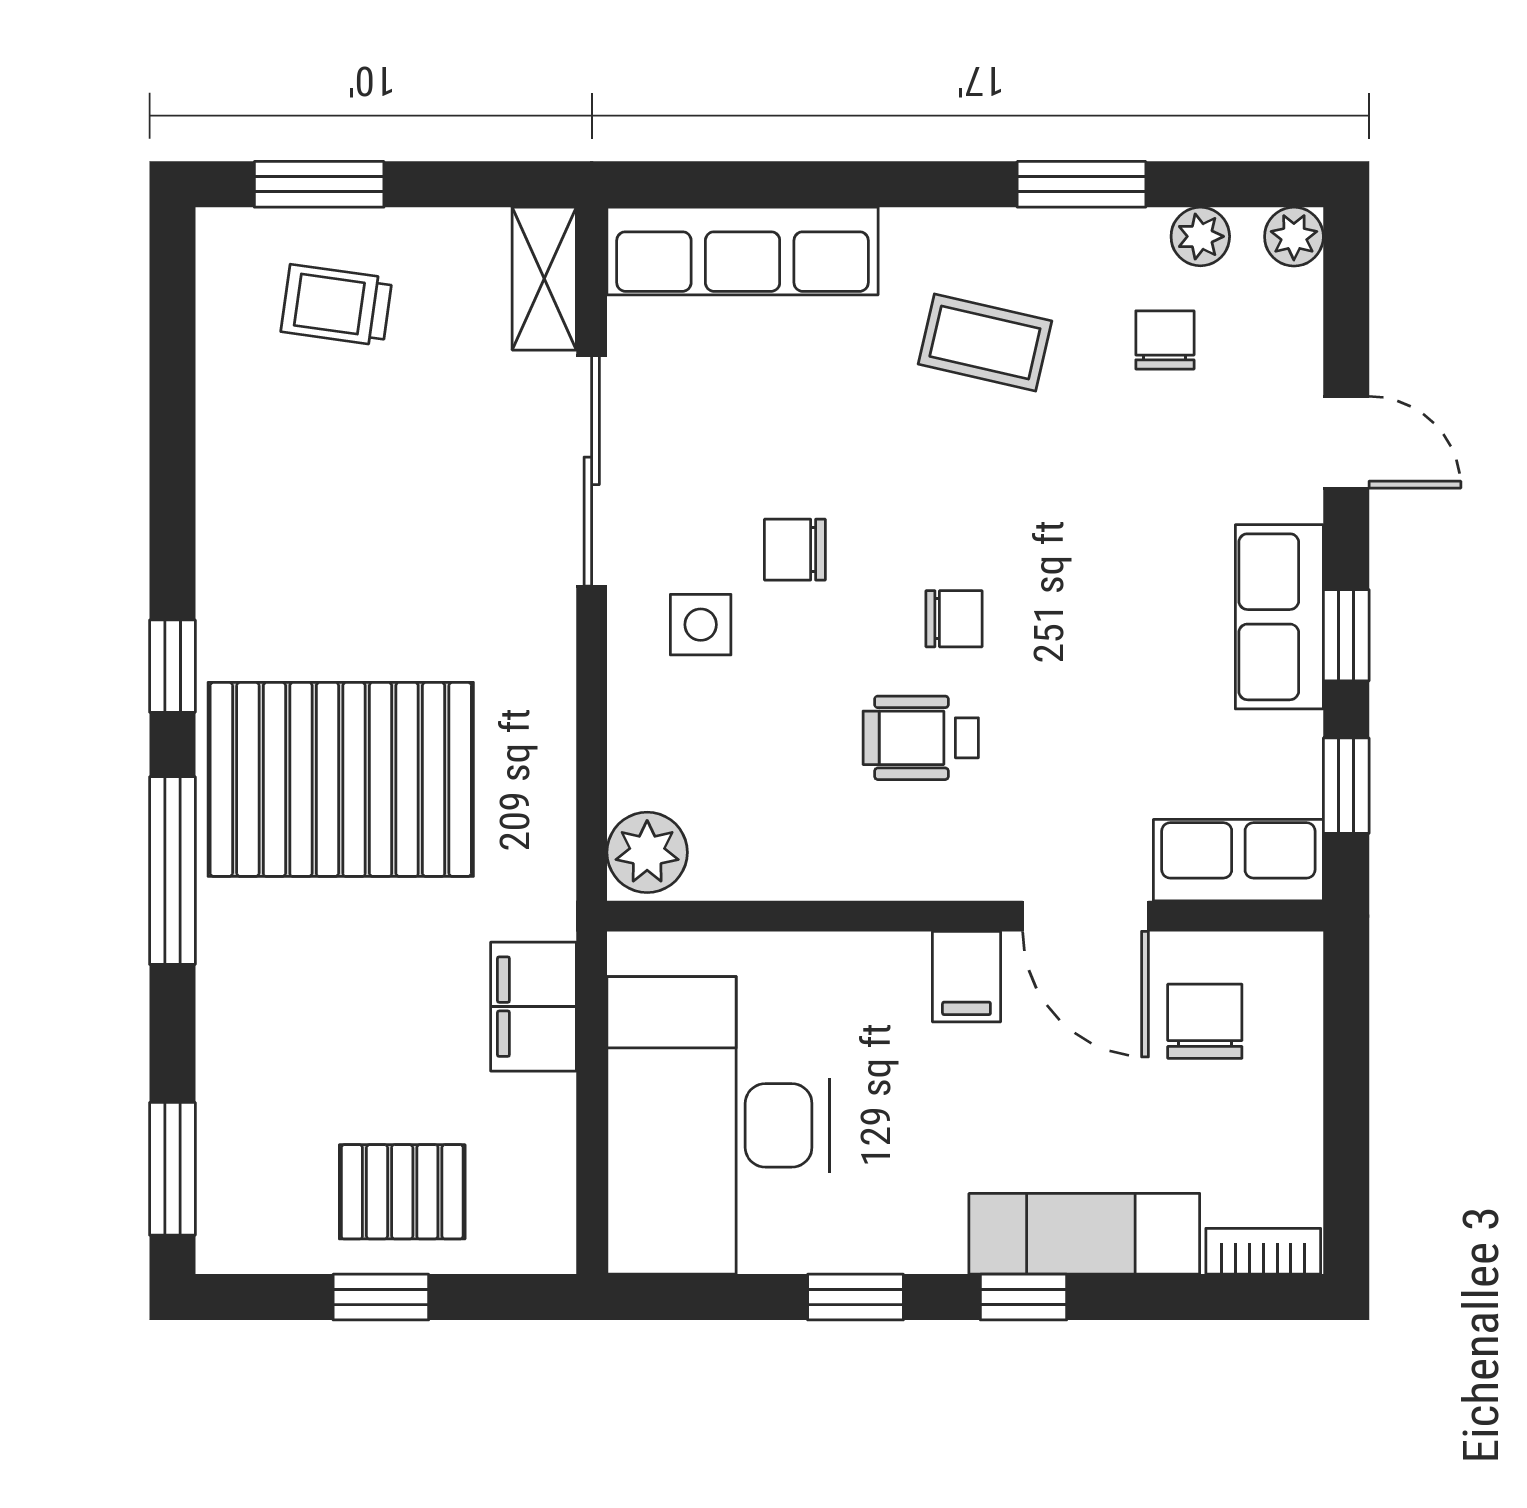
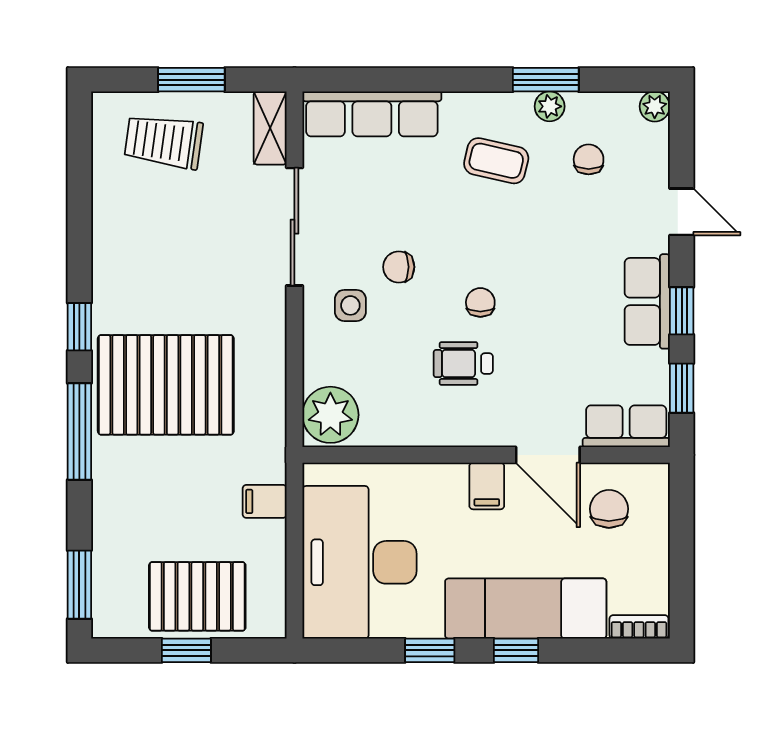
window: (319, 184) -> (191, 80), moved
plant: (1200, 236) -> (550, 106), moved
trolley: (336, 305) -> (164, 142), width x1.36, depth x1.39
chair: (954, 619) -> (480, 302), turned -90
plant: (647, 852) -> (330, 415), width x1.36, depth x1.36
filing cabinet: (533, 1007) -> (265, 501), width x0.50
pallet: (402, 1192) -> (197, 596), width x1.50, depth x1.42
exam couch: (1084, 1234) -> (526, 609), width x1.36, depth x1.45

